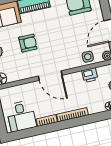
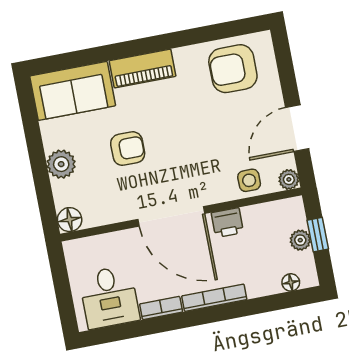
printer: (90, 75) -> (227, 223), moved
door: (50, 76) -> (171, 216), width x1.36

